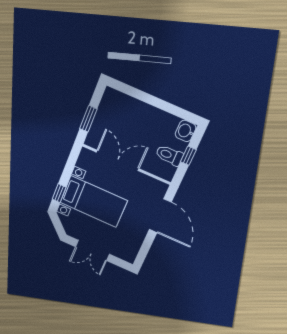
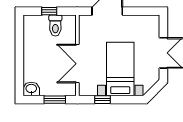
washbasin: (186, 131) -> (31, 89), moved, turned 180
window: (59, 193) -> (102, 100), moved

